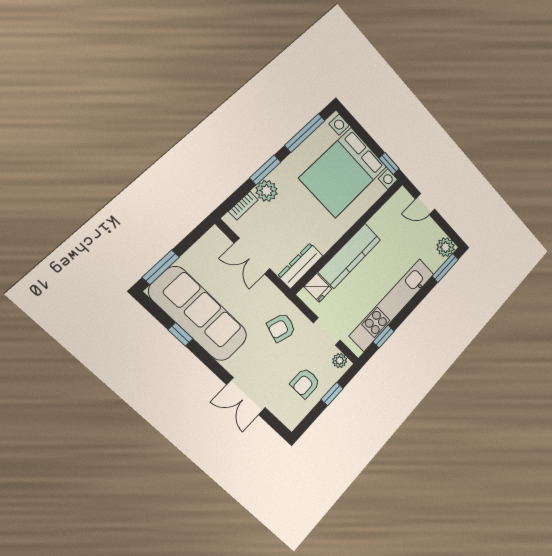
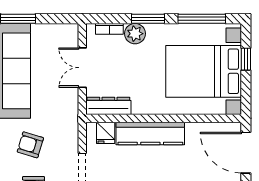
window: (389, 164) -> (246, 59), moved
door: (425, 204) -> (246, 153), width x1.88
armchair: (281, 328) -> (30, 145), moved

